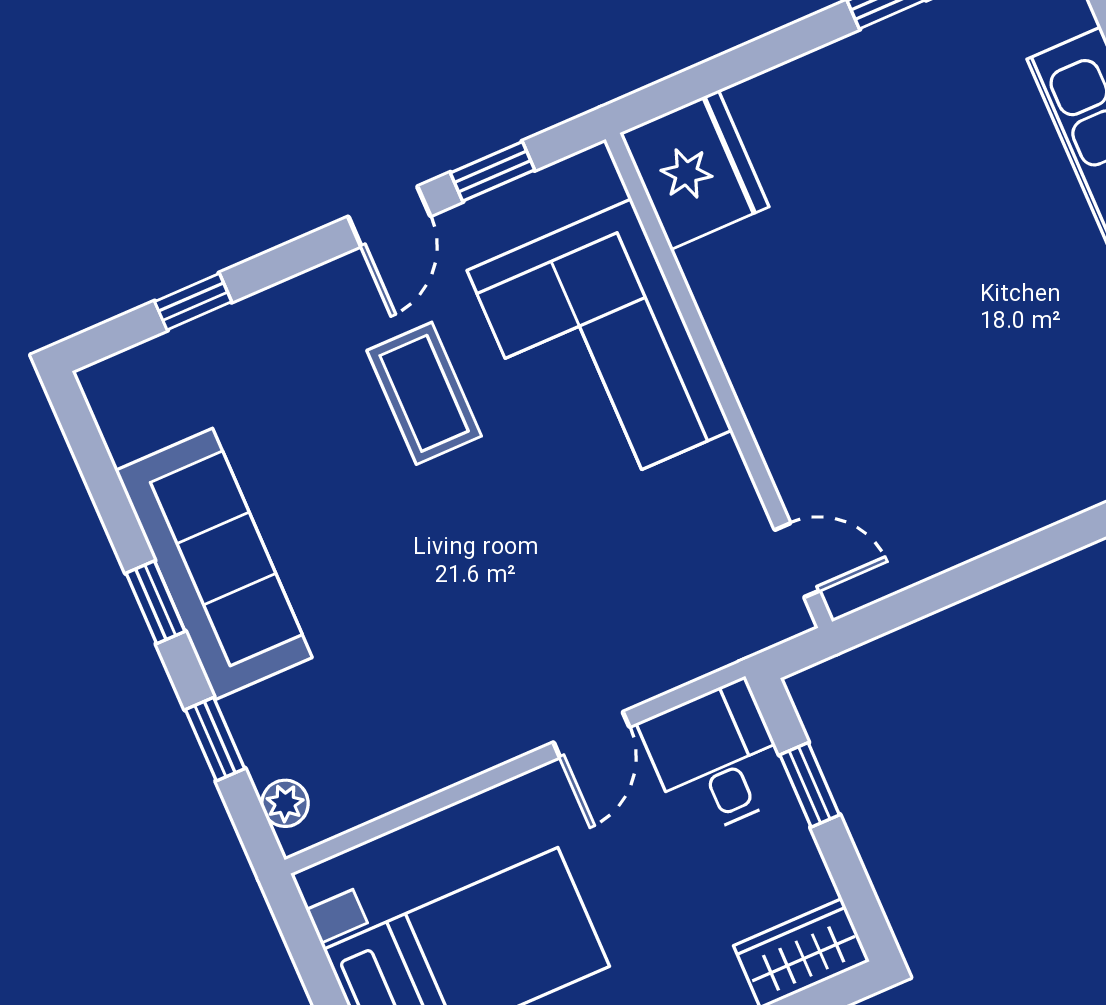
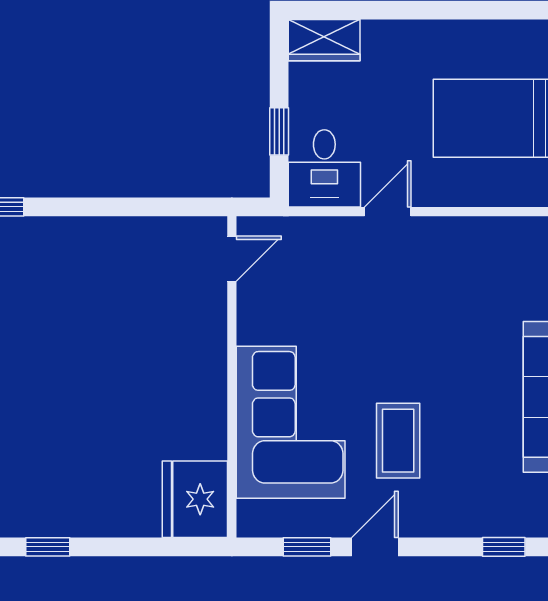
door: (797, 560) -> (232, 259), swing flipped

